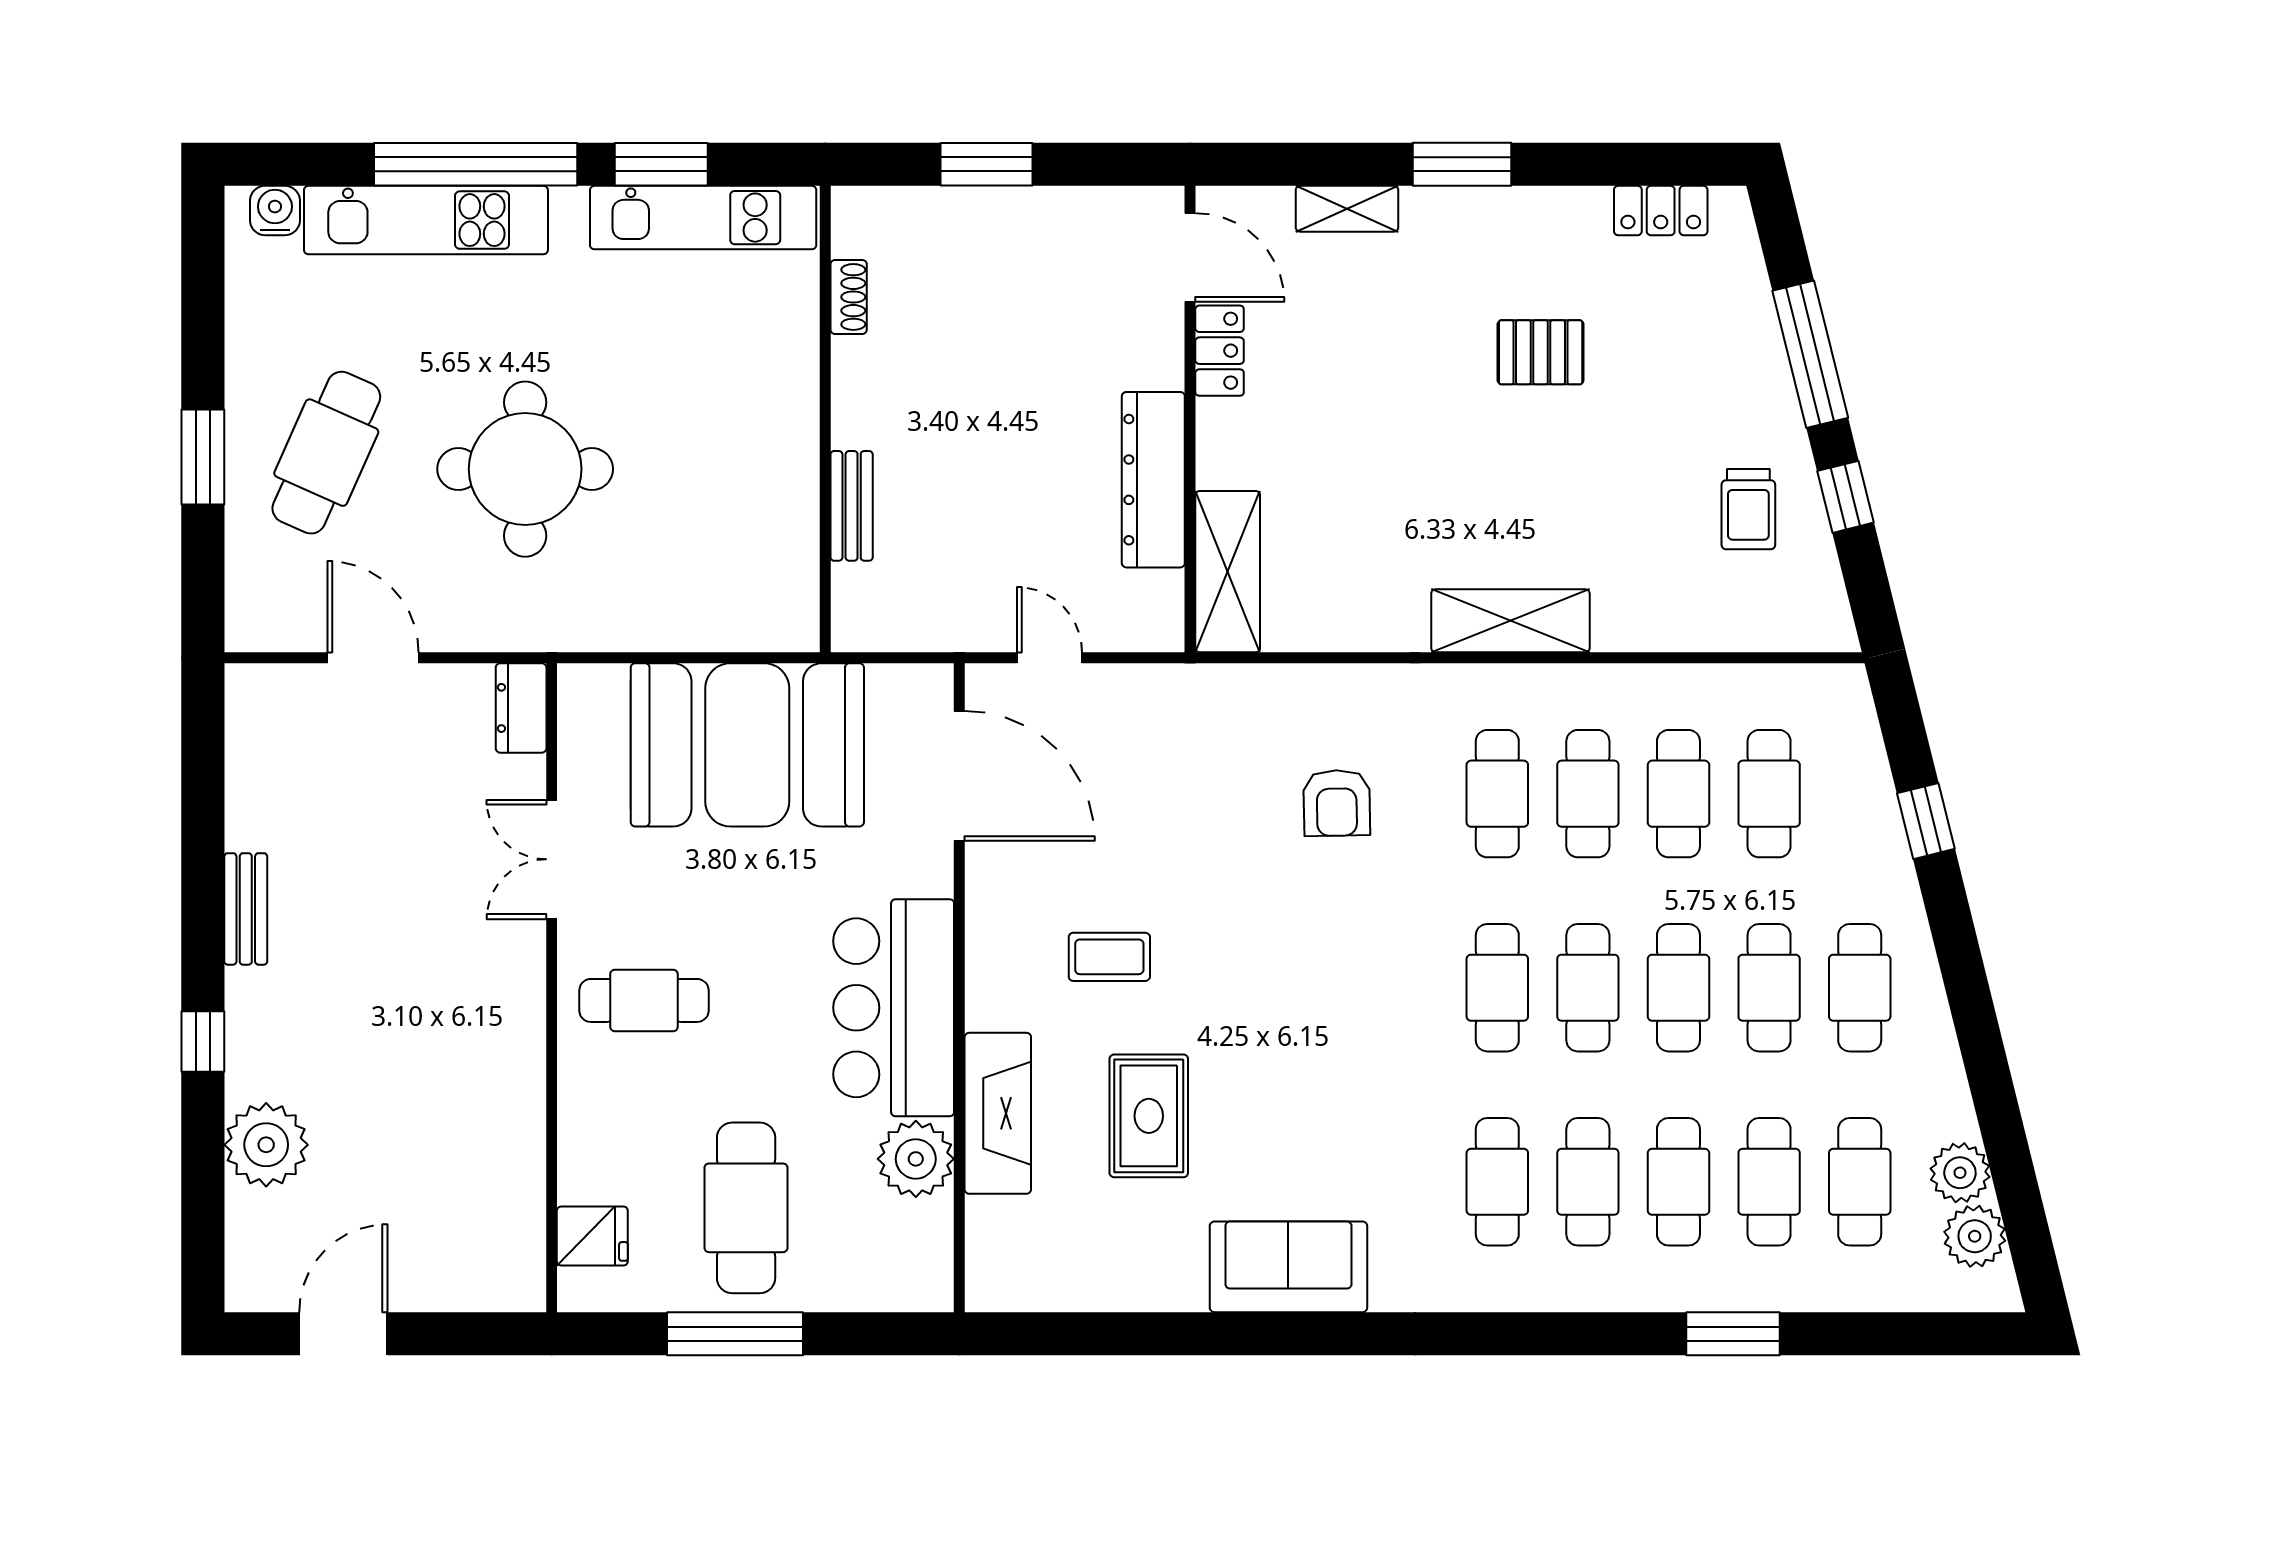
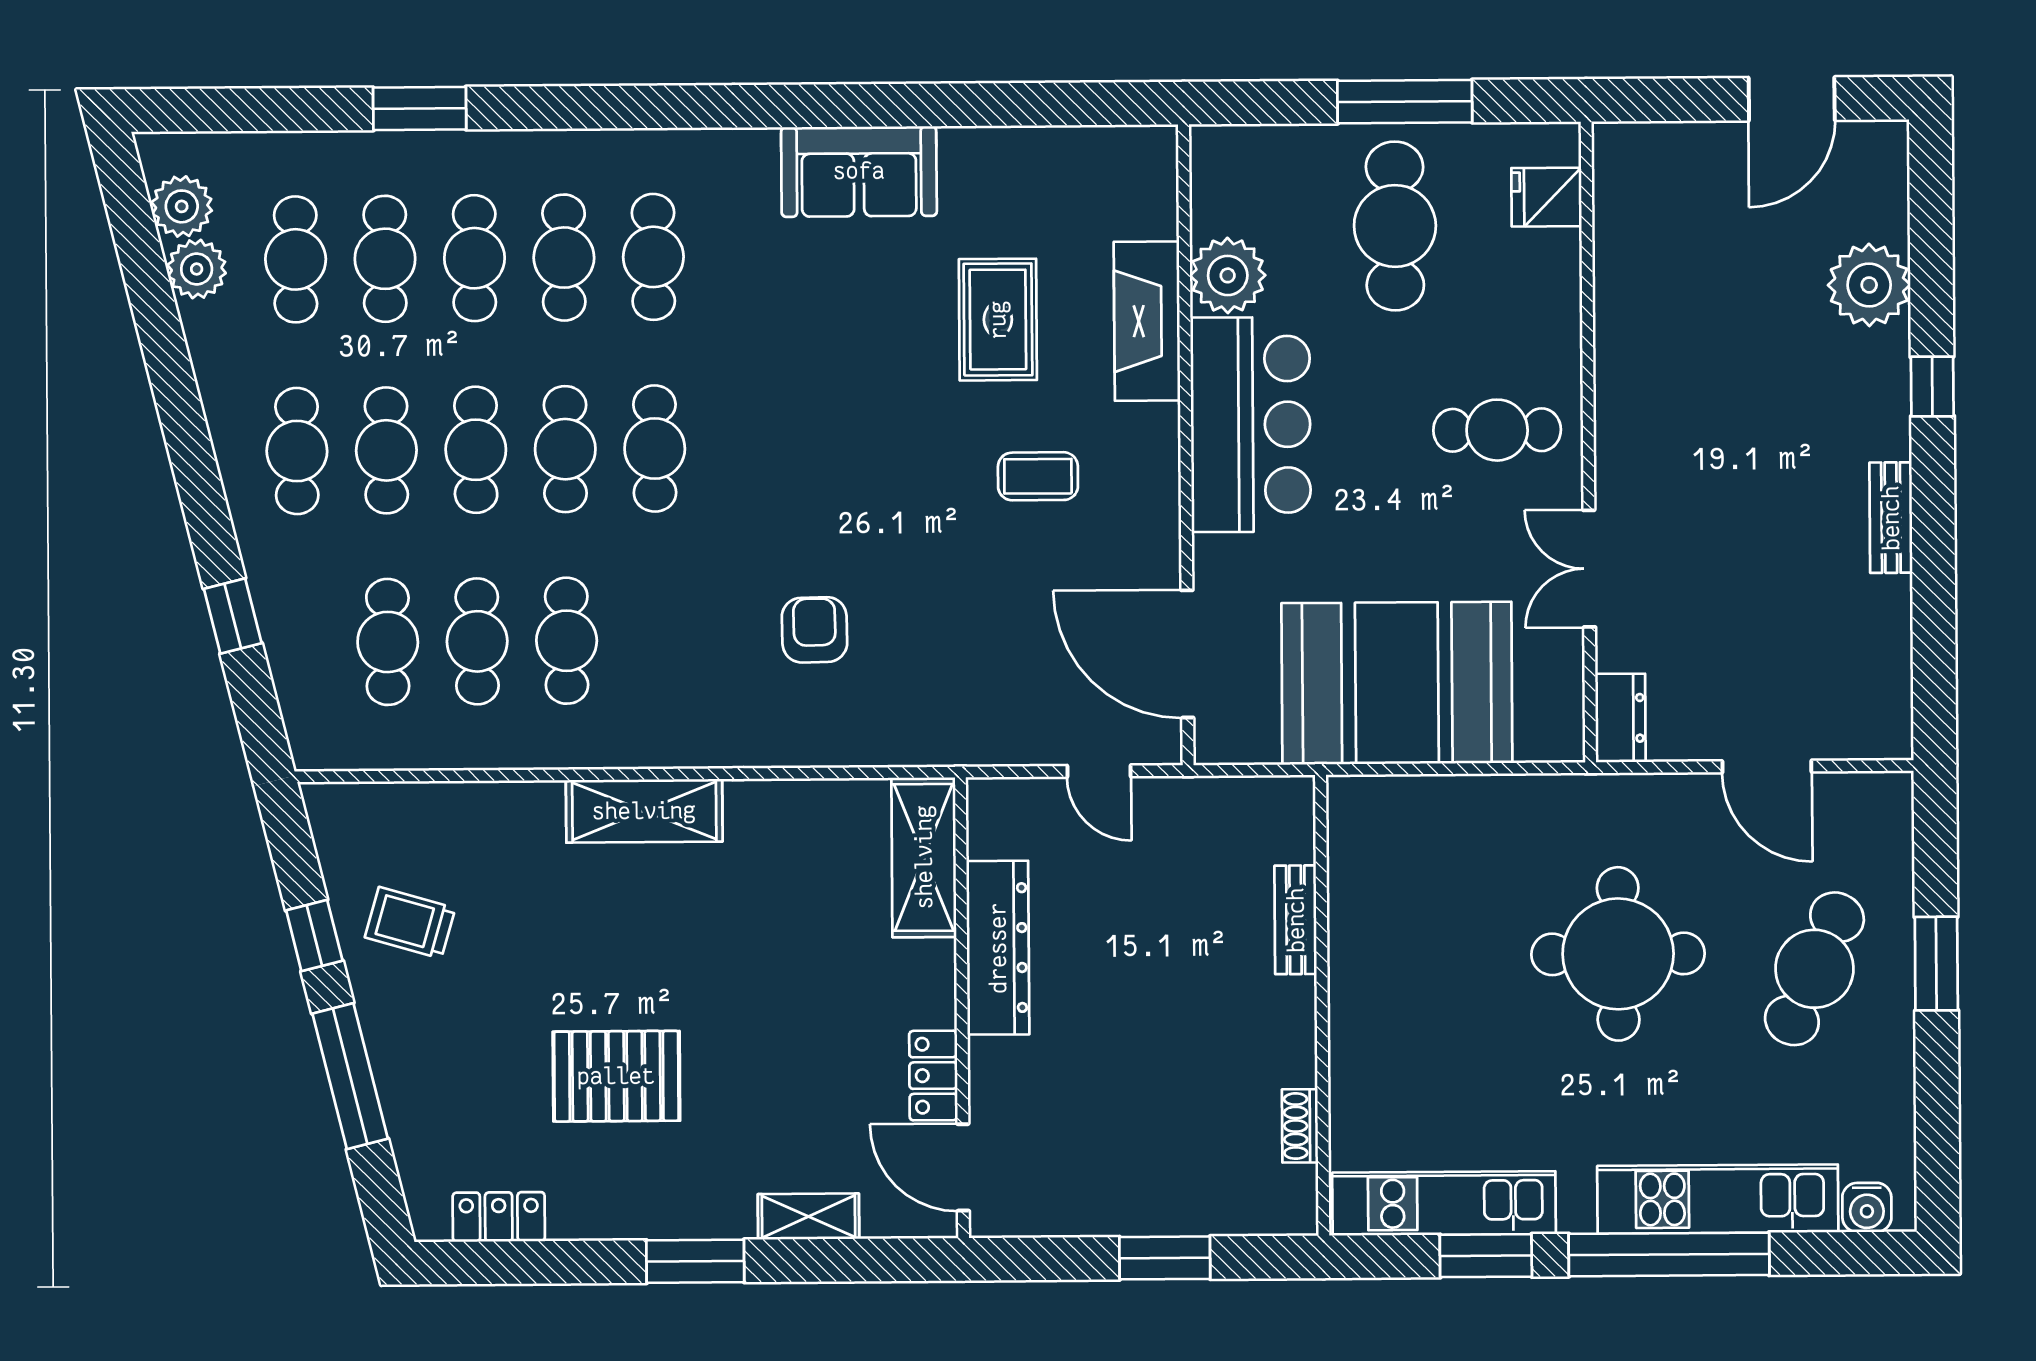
pallet: (1541, 352) -> (616, 1076), width x1.50, depth x1.42
trolley: (1748, 509) -> (410, 923), turned -74
cafe table: (1497, 794) -> (656, 640), removed
double door: (552, 859) -> (1589, 569), swing flipped

